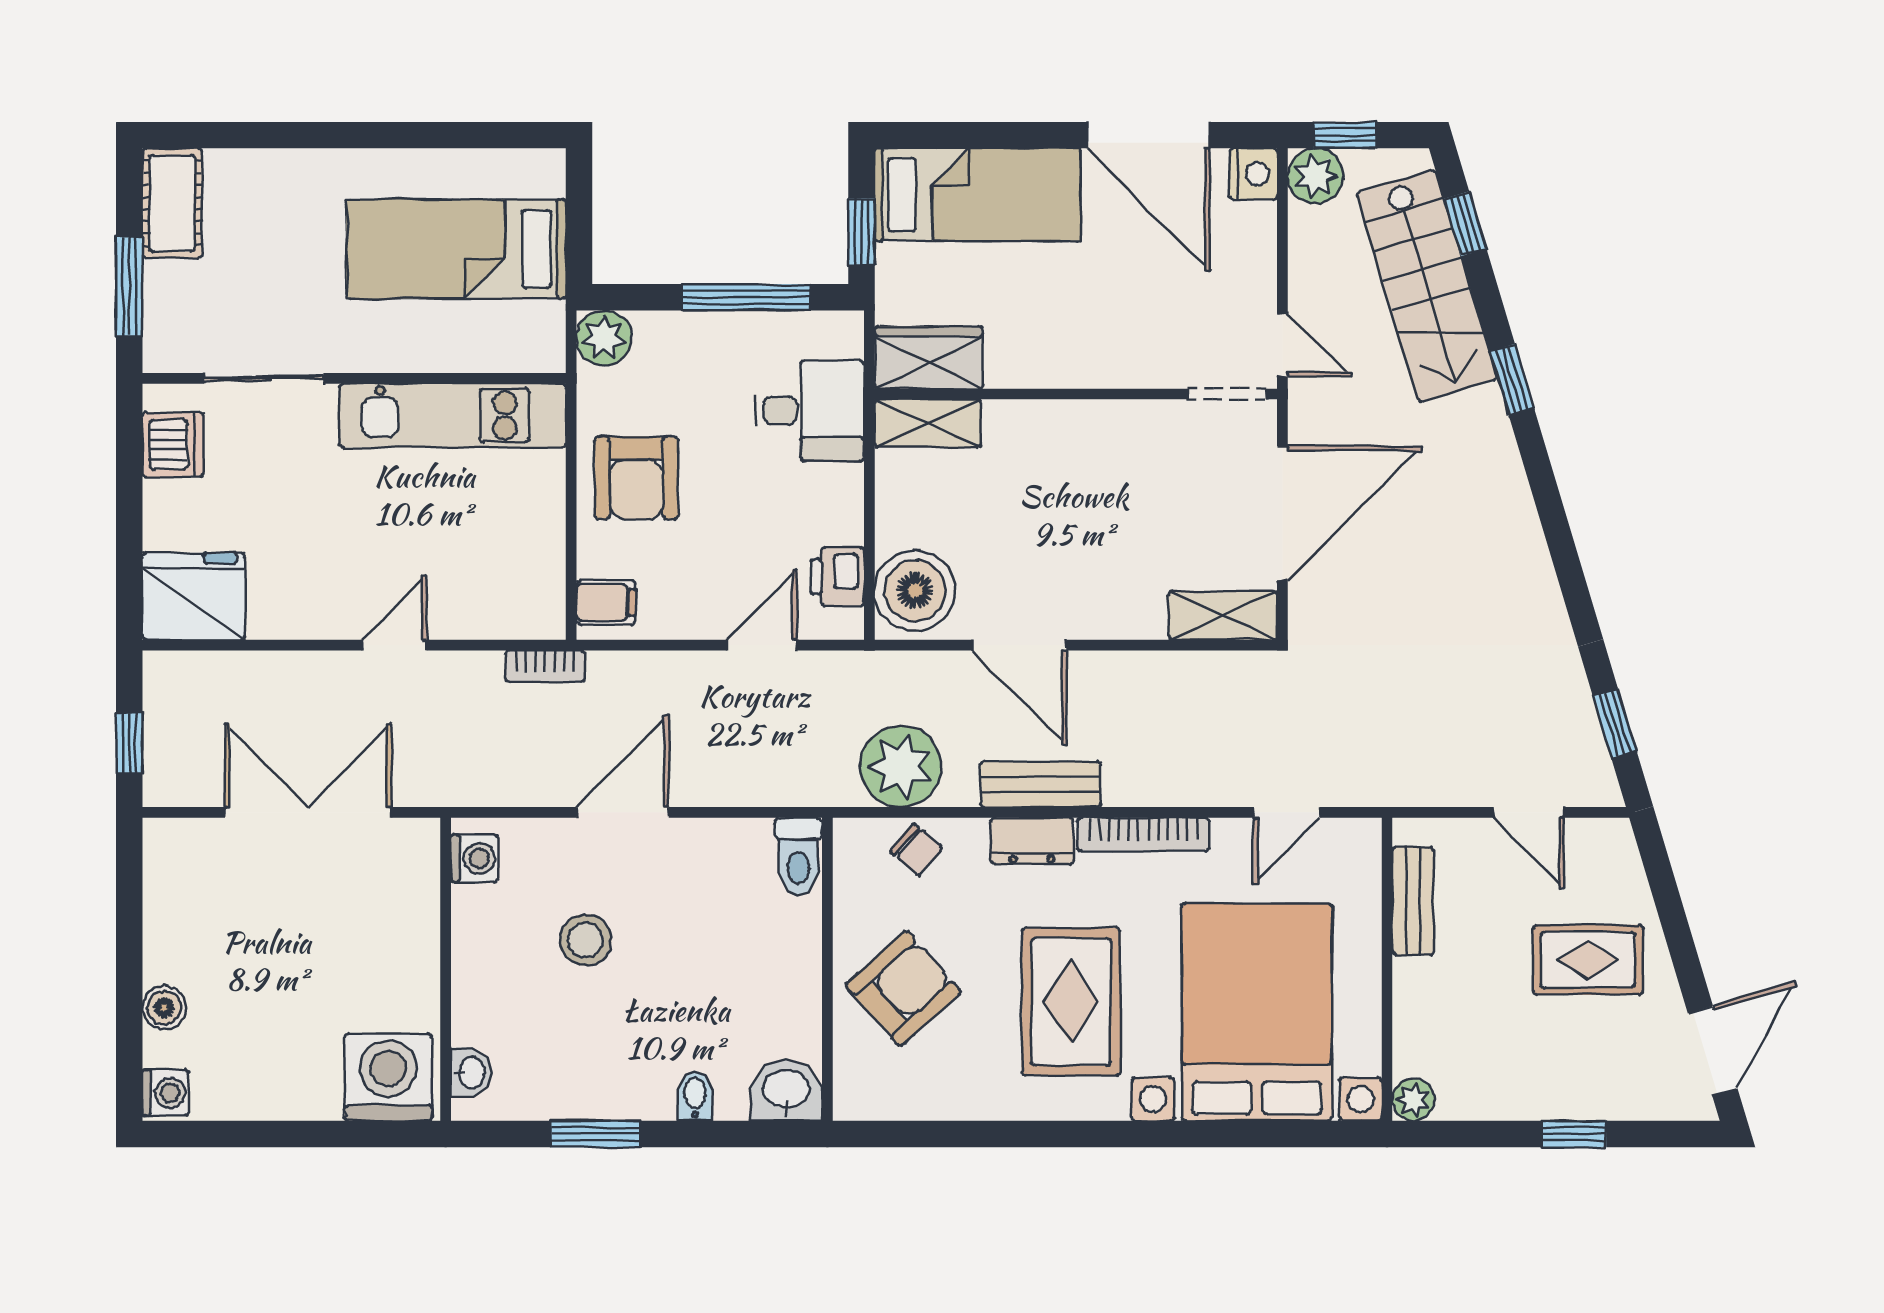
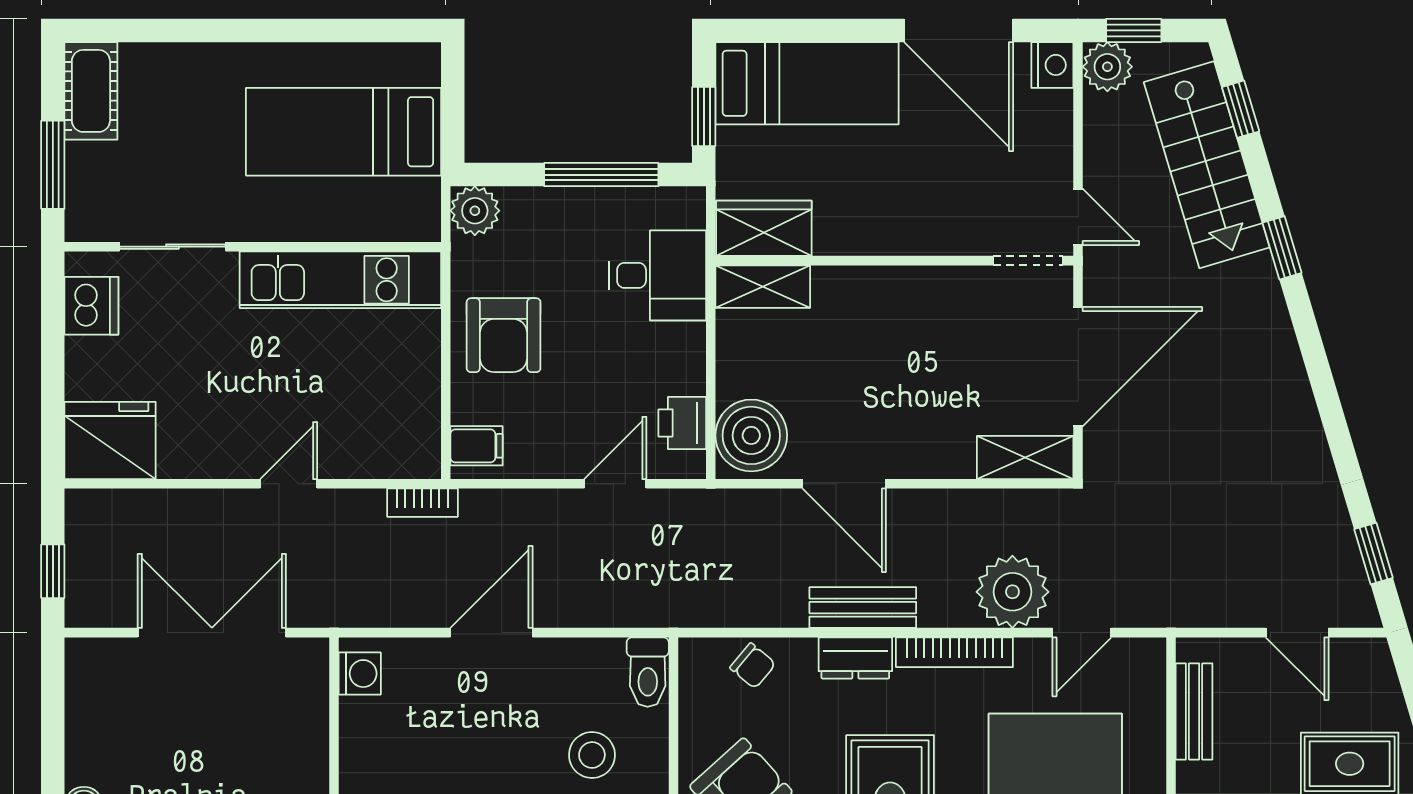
plant: (901, 766) -> (1012, 592), moved
stool: (585, 940) -> (592, 755), moved

